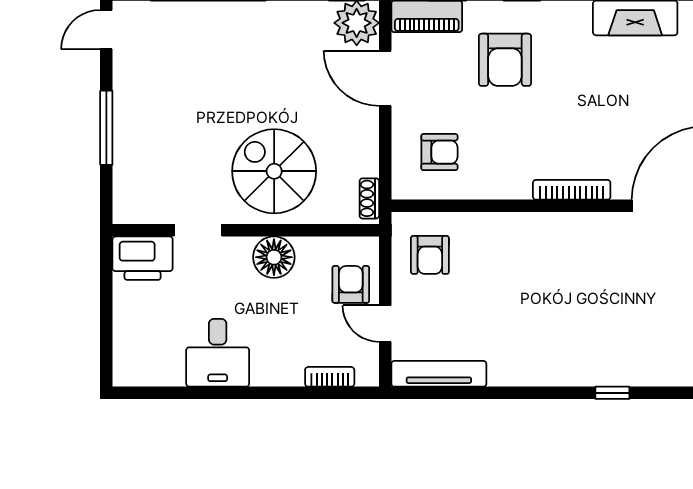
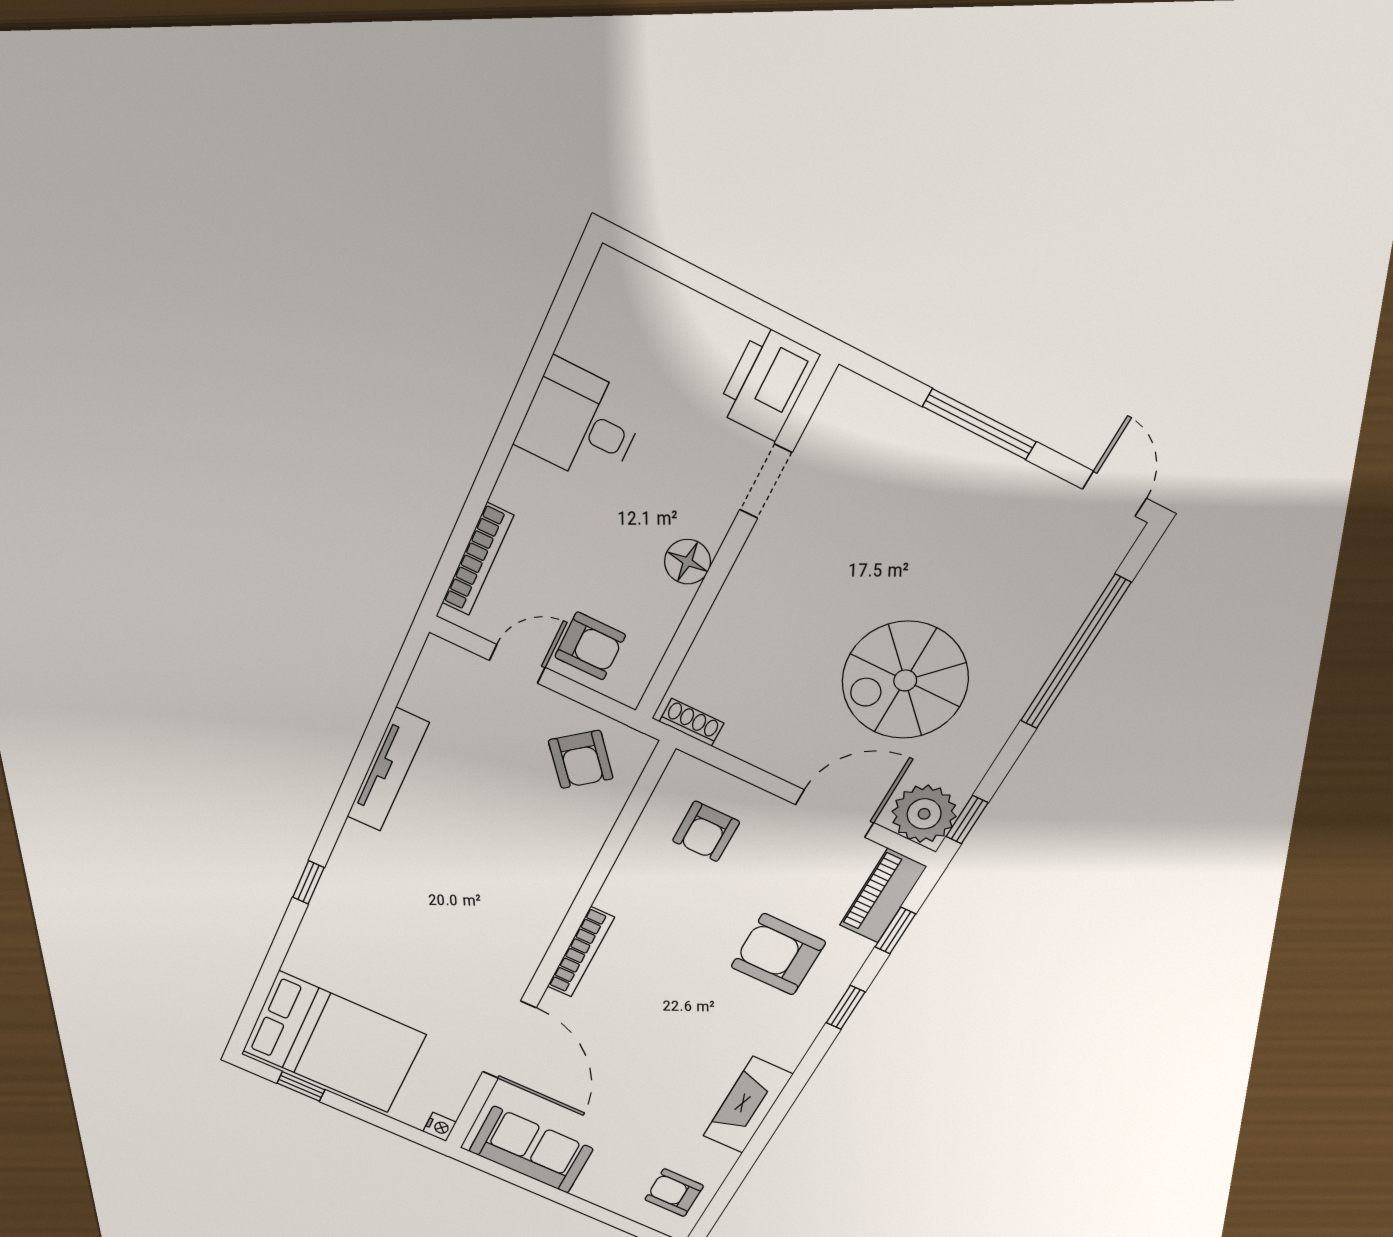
spiral stairs: (274, 171) -> (905, 680), moved, turned 180
armchair: (430, 255) -> (581, 759), turned -129
floor lamp: (274, 257) -> (688, 562), width x0.73, depth x0.73
tv unit: (439, 374) -> (388, 770), moved
bookcase: (330, 377) -> (478, 559), width x1.56

